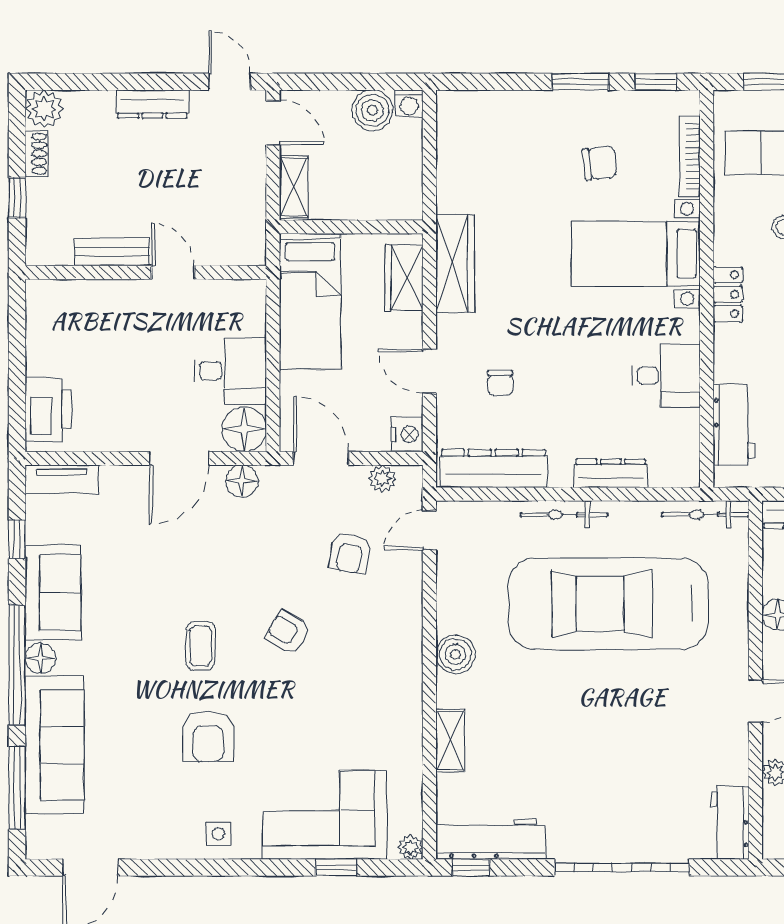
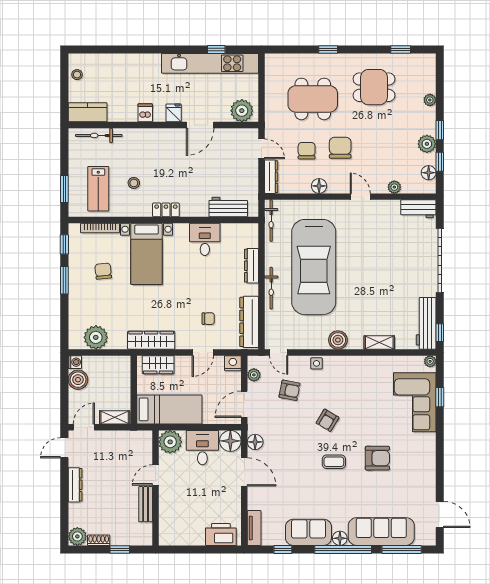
plant: (461, 147) -> (96, 337), added
plant: (242, 303) -> (170, 442), added
side table: (218, 834) -> (316, 363), moved

